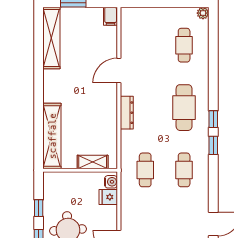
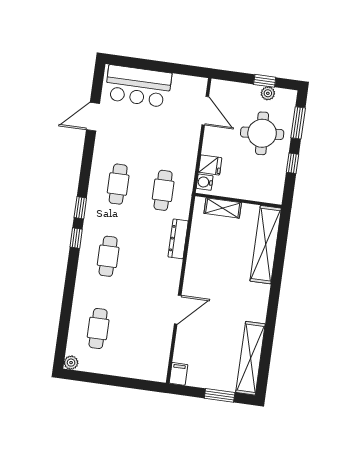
cafe table: (184, 108) -> (108, 256), width x0.73, depth x0.74
dresser: (127, 113) -> (178, 239), moved

